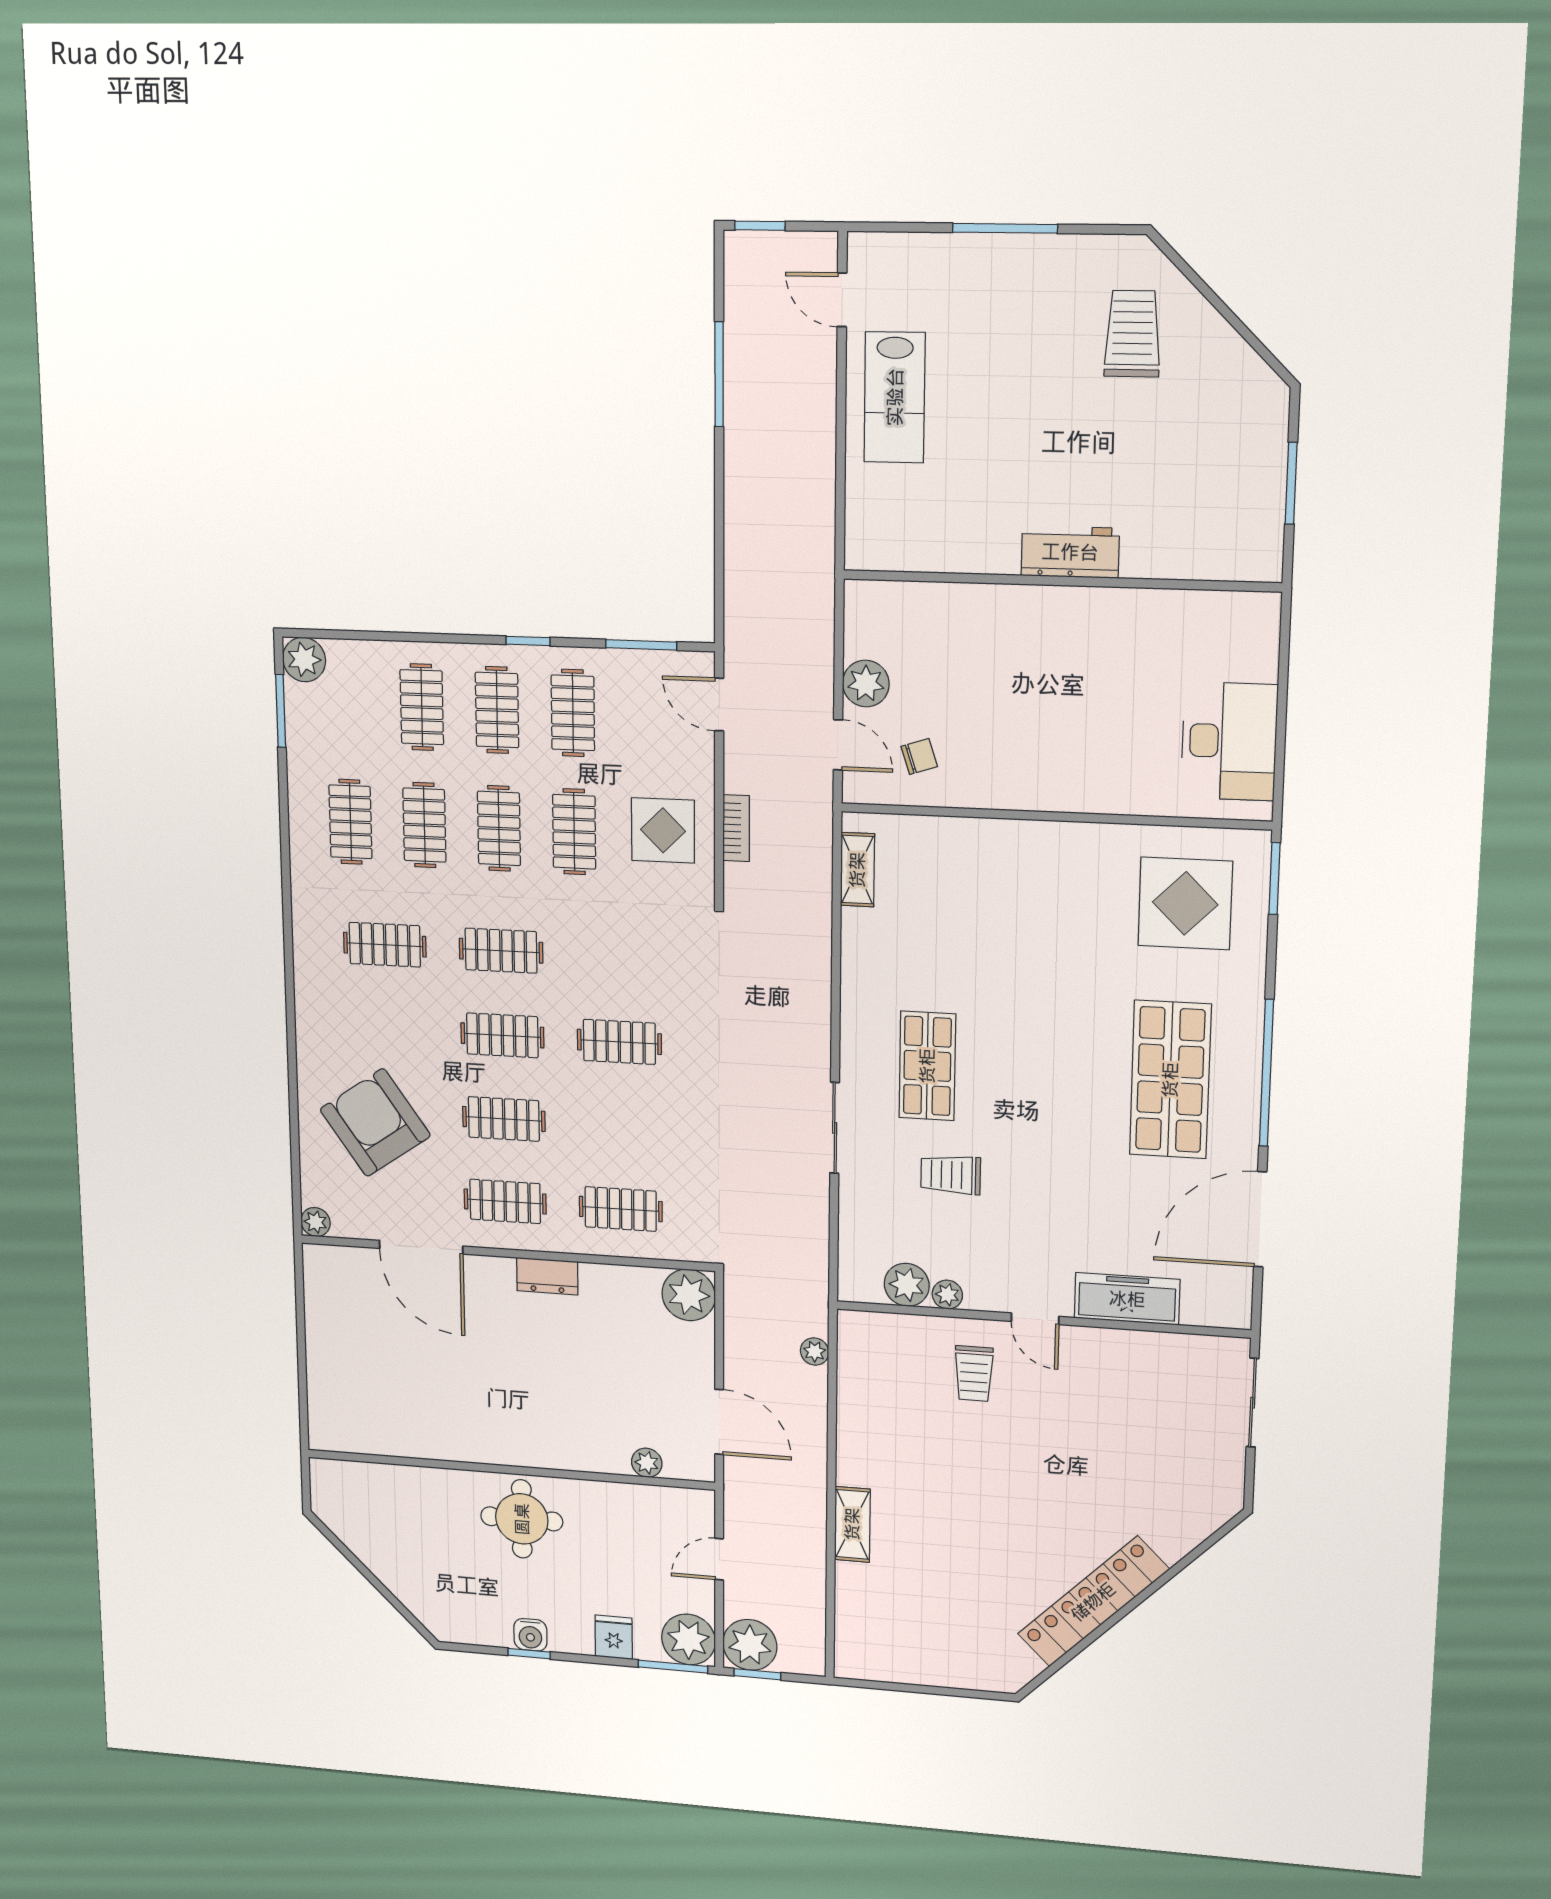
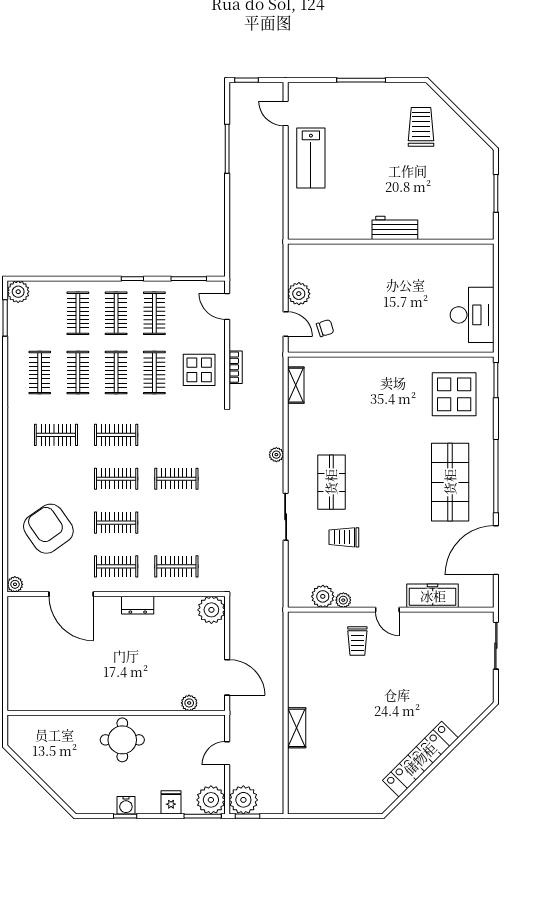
plant: (815, 1351) -> (276, 455), moved

